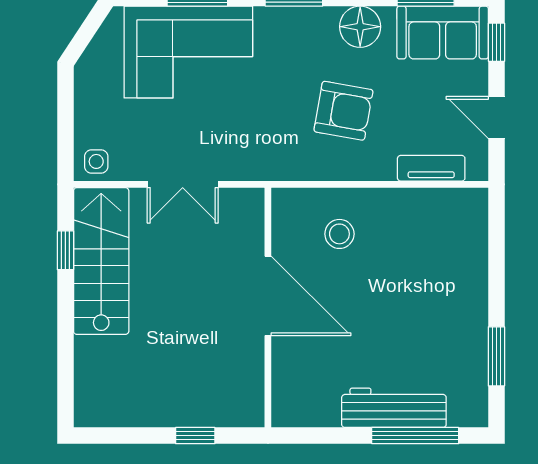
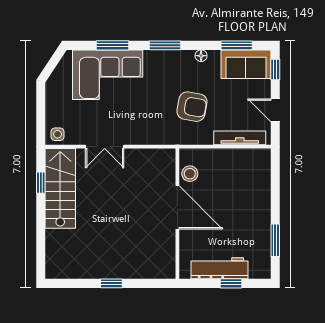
floor lamp: (360, 27) -> (201, 56), width x0.53, depth x0.53
tv unit: (431, 168) -> (240, 138), width x1.41
door: (268, 296) -> (177, 207), moved
wall: (268, 308) -> (177, 214), moved
window: (415, 436) -> (231, 283), width x0.46

